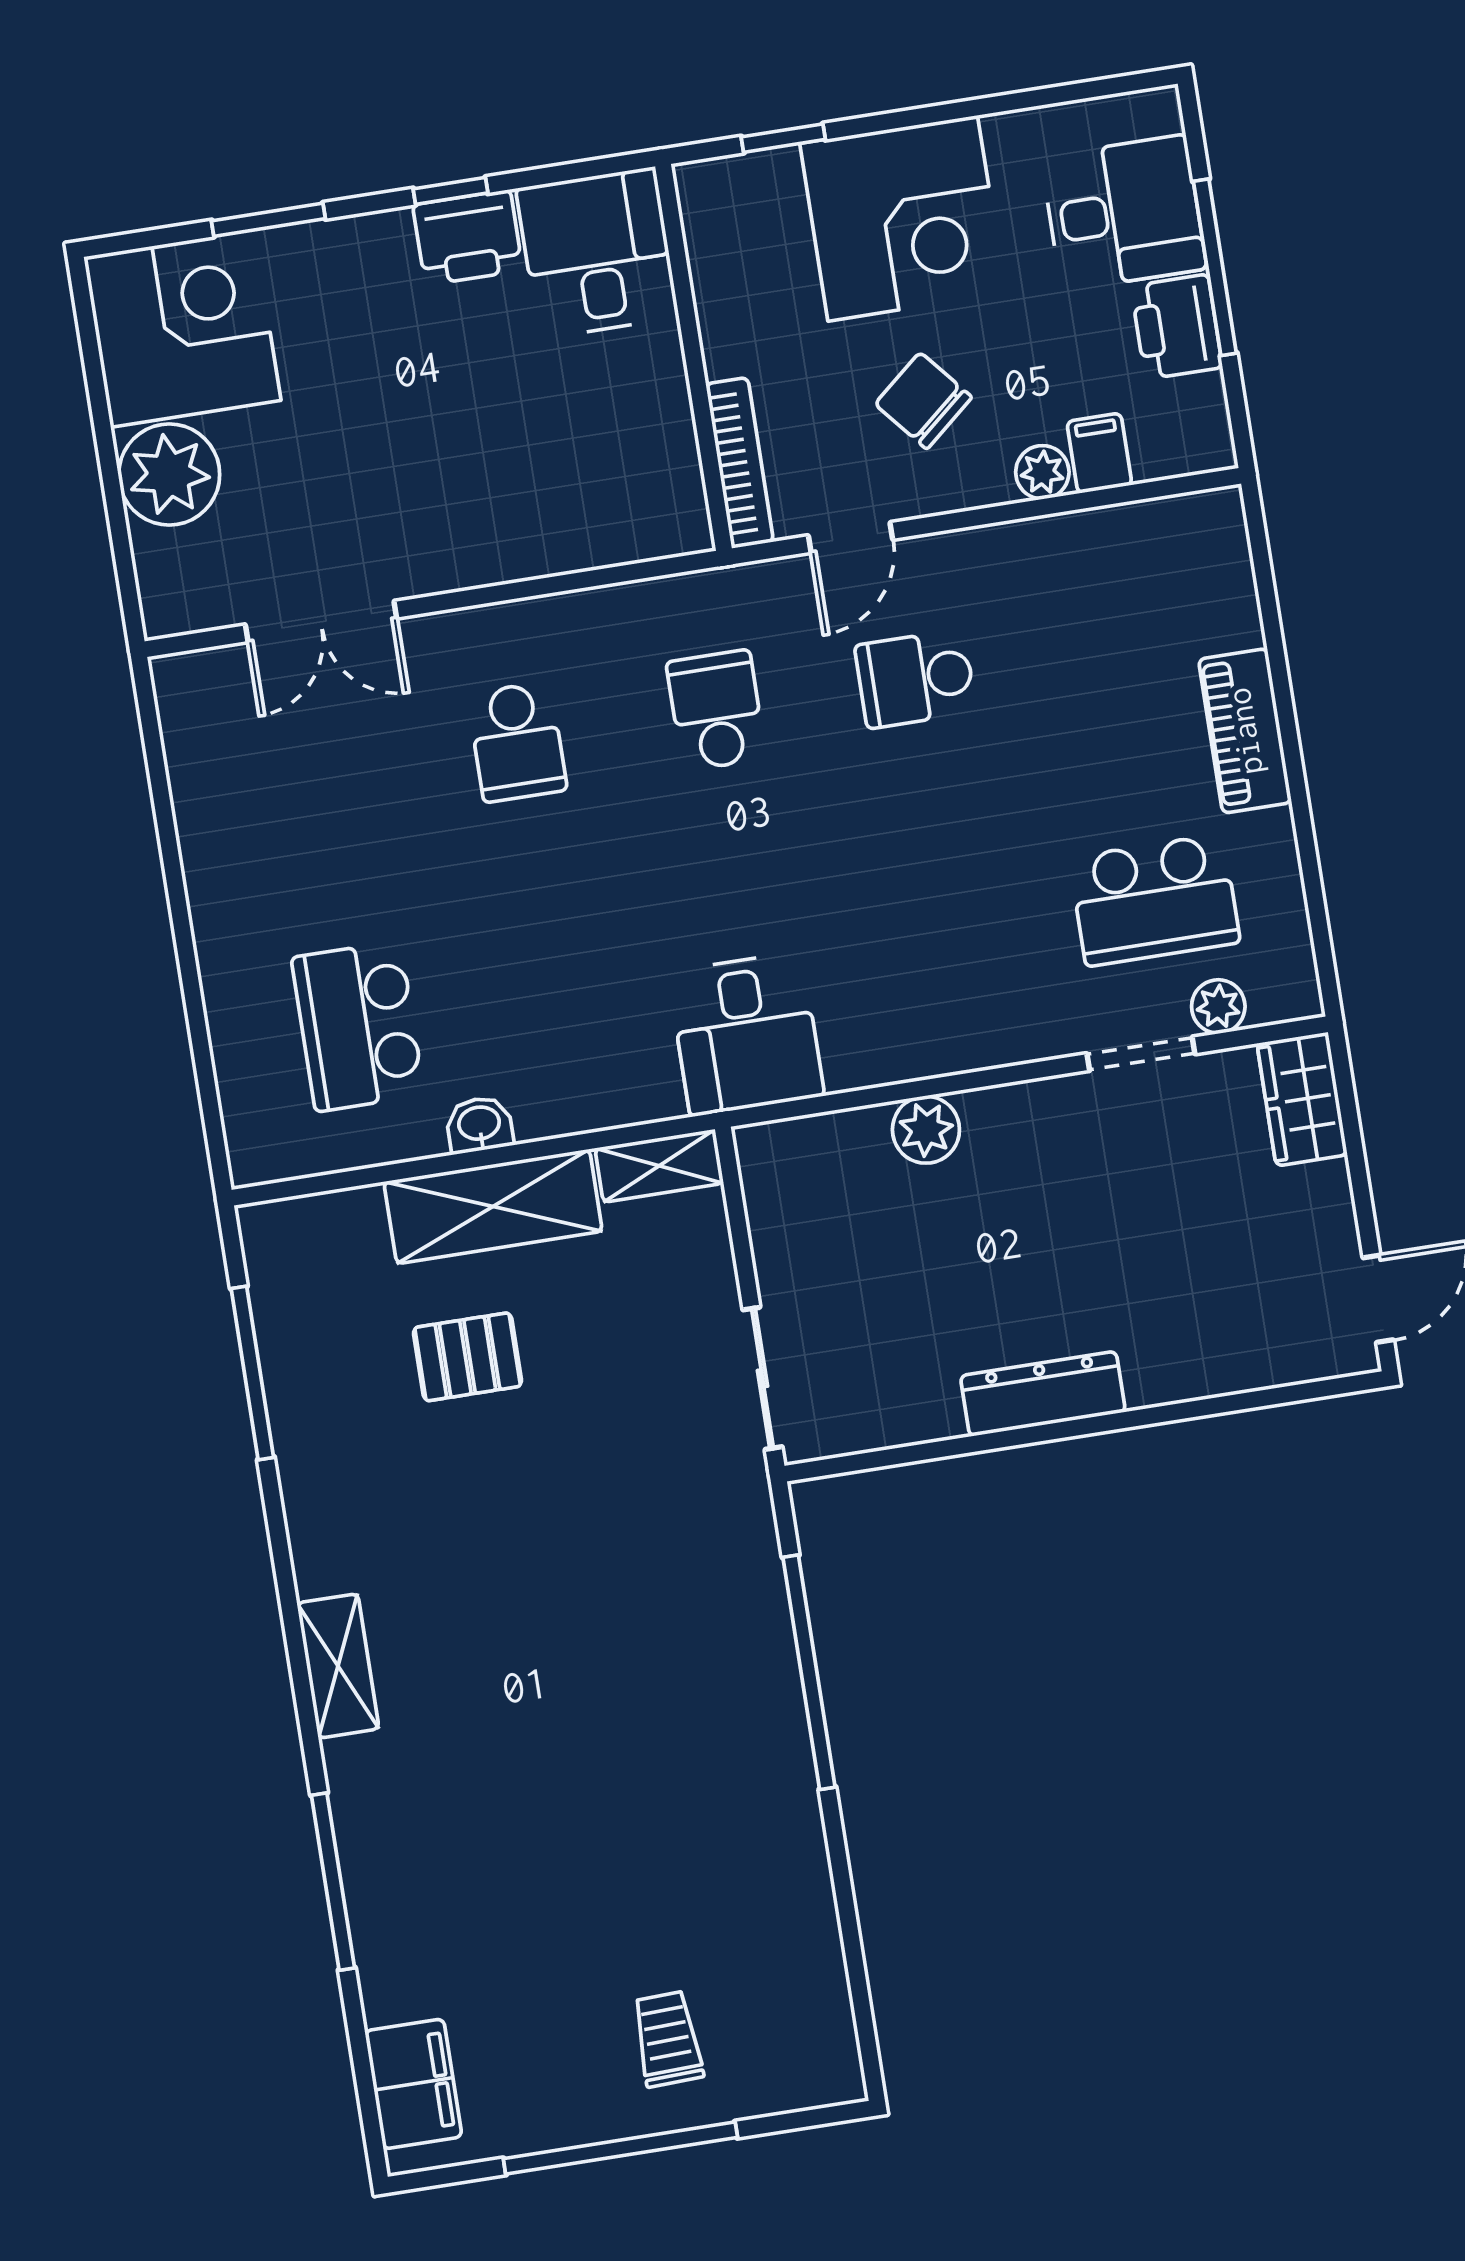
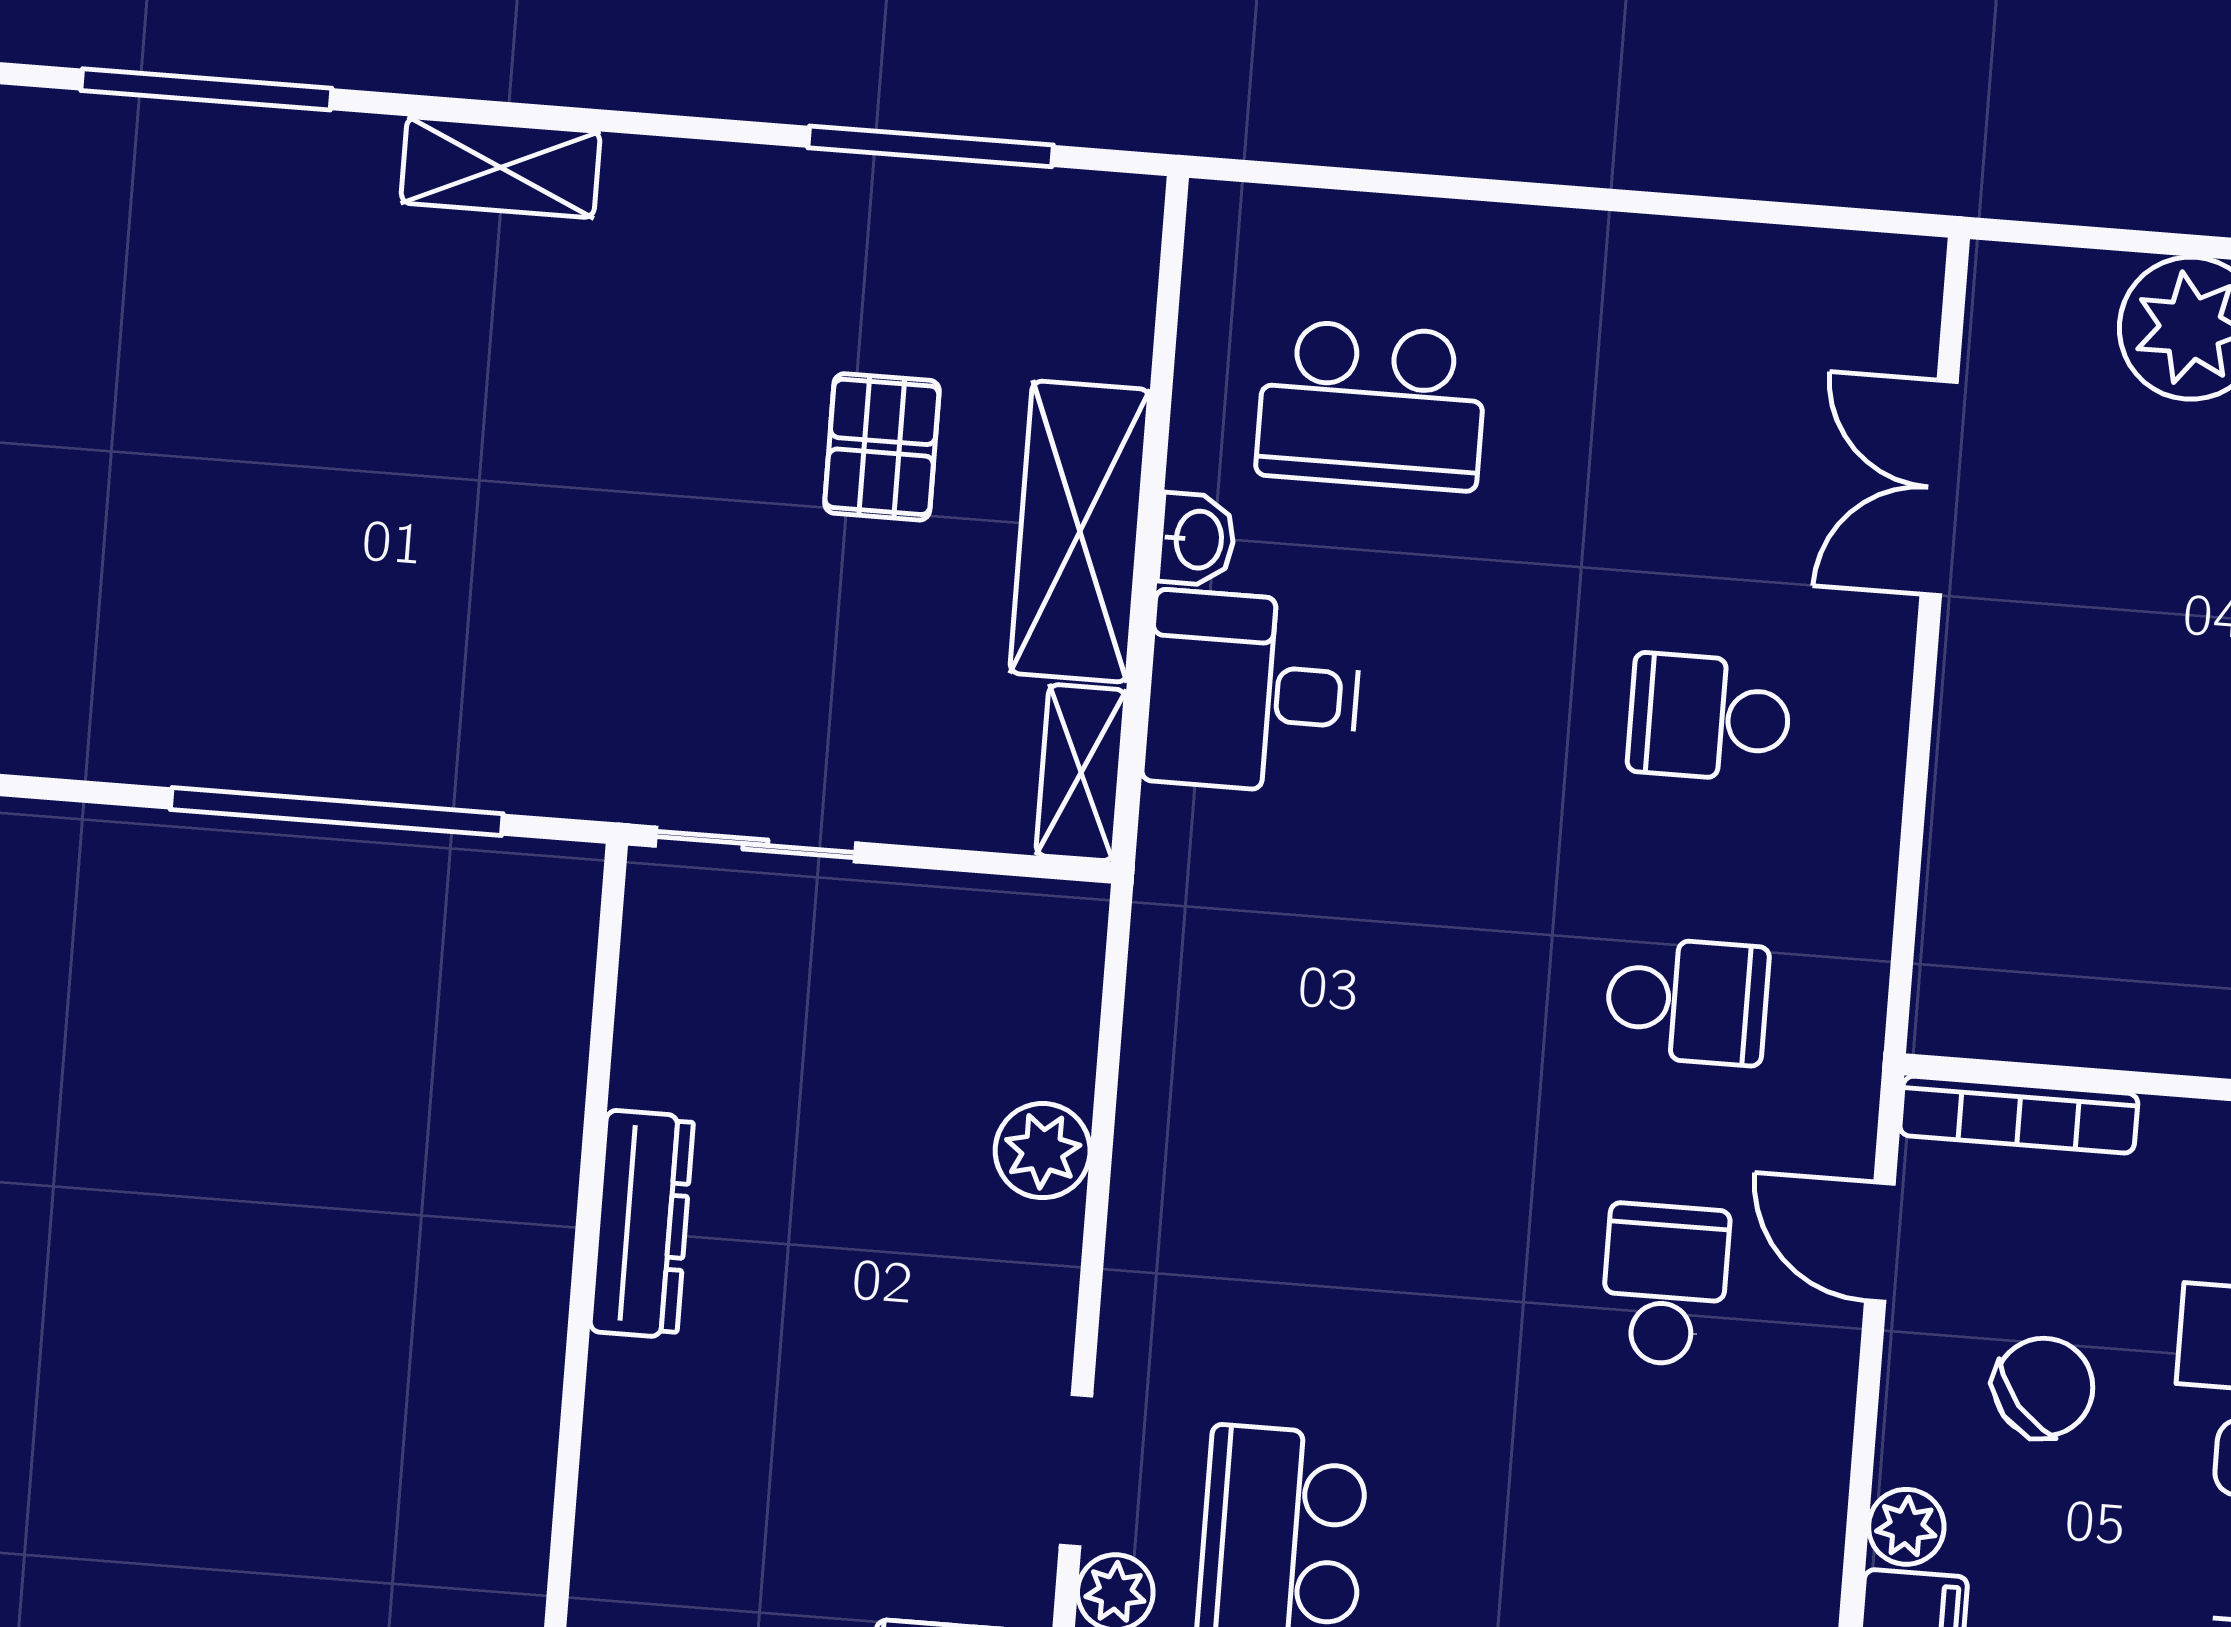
school desk: (358, 1026) -> (1372, 405), turned 180
desk: (746, 1034) -> (1252, 693), moved

